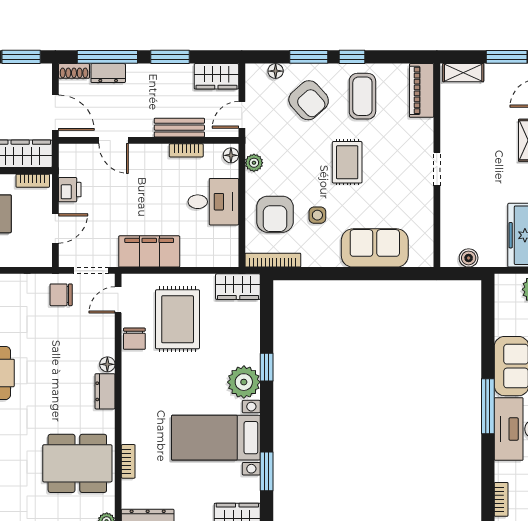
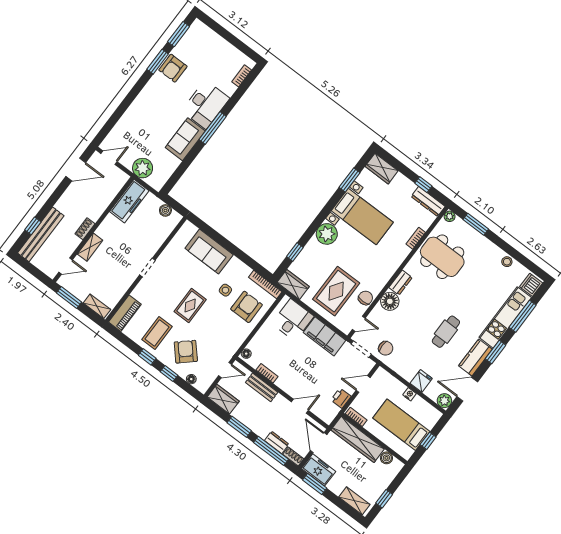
window: (309, 57) -> (169, 373), width x0.67
freezer: (29, 78) -> (319, 470), added
door: (114, 140) -> (300, 406), hinge flipped
plant: (254, 163) -> (237, 341), removed
desk: (213, 202) -> (293, 320), moved, turned 90
floor lamp: (107, 364) -> (390, 301), width x1.89, depth x1.89
window: (267, 367) -> (295, 252), moved

